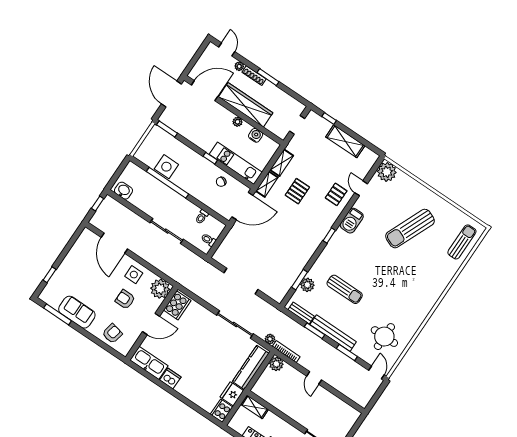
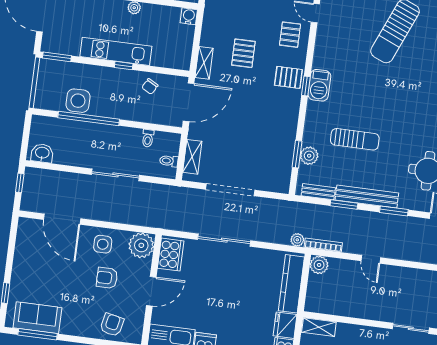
water cooler: (256, 135) -> (189, 16), moved
kitchen unit: (236, 163) -> (116, 51), moved
shelving: (282, 163) -> (192, 157), moved
barbecue: (352, 221) -> (319, 85), moved
pallet: (320, 223) -> (288, 77), added
sofa: (77, 312) -> (37, 318), moved
sliding door: (235, 325) -> (224, 240), moved

